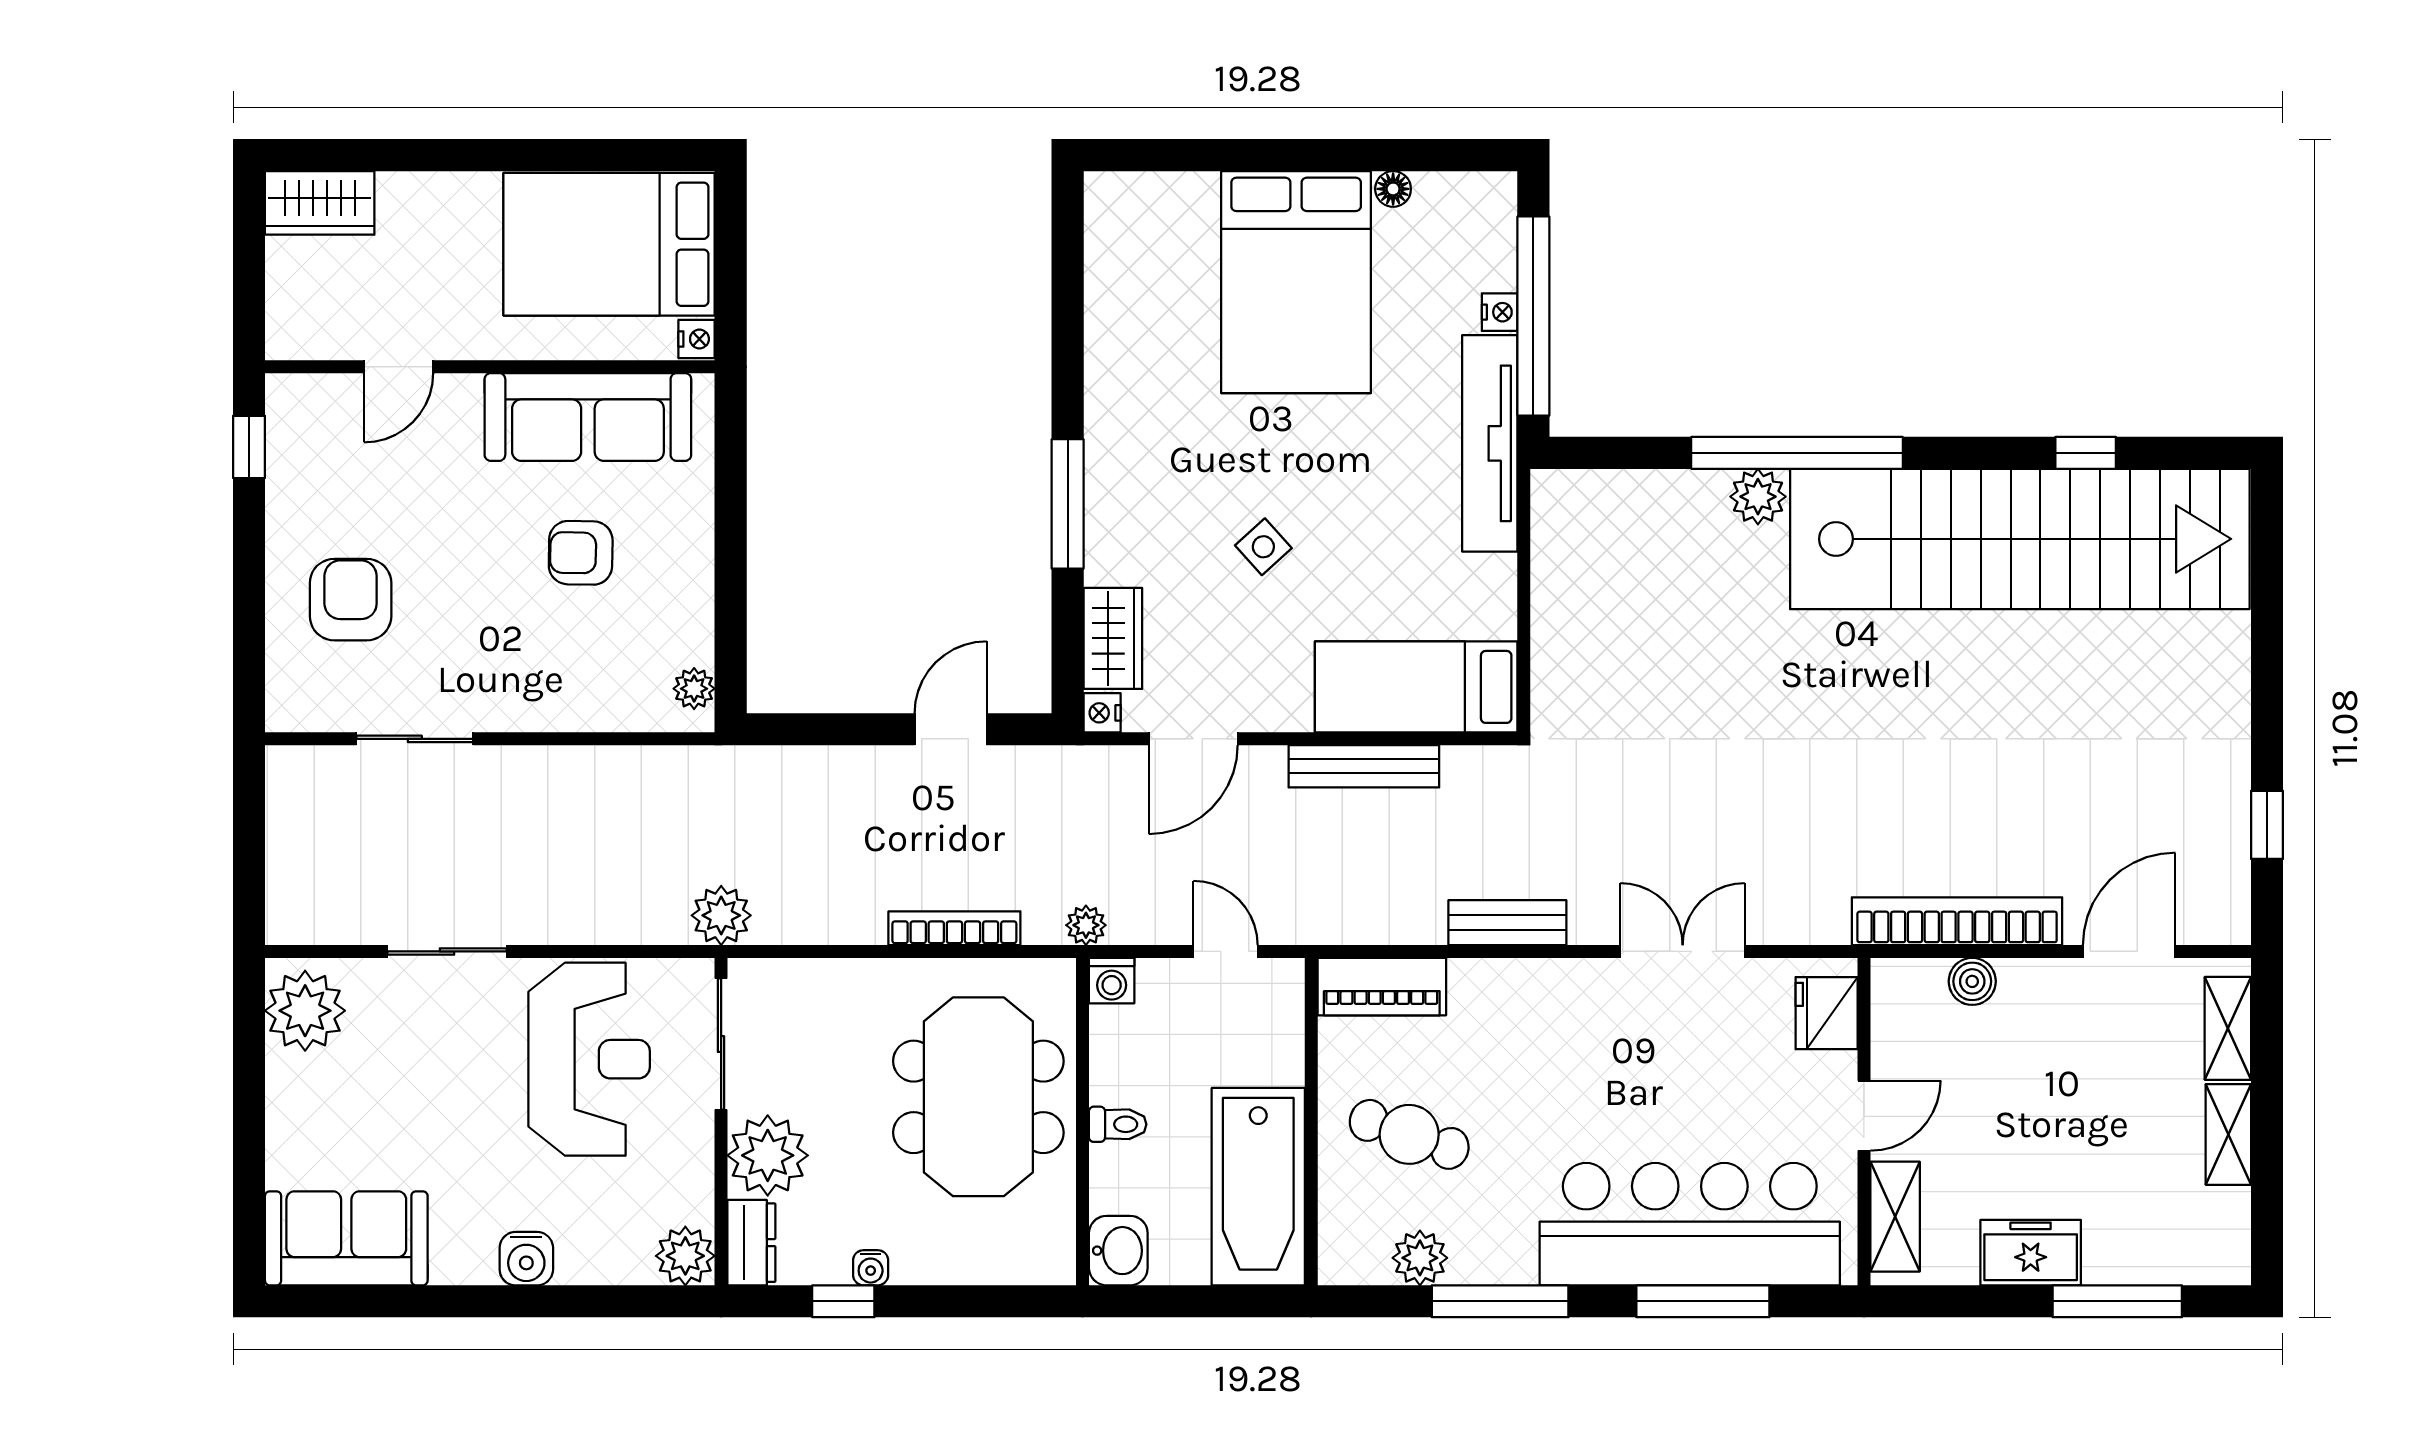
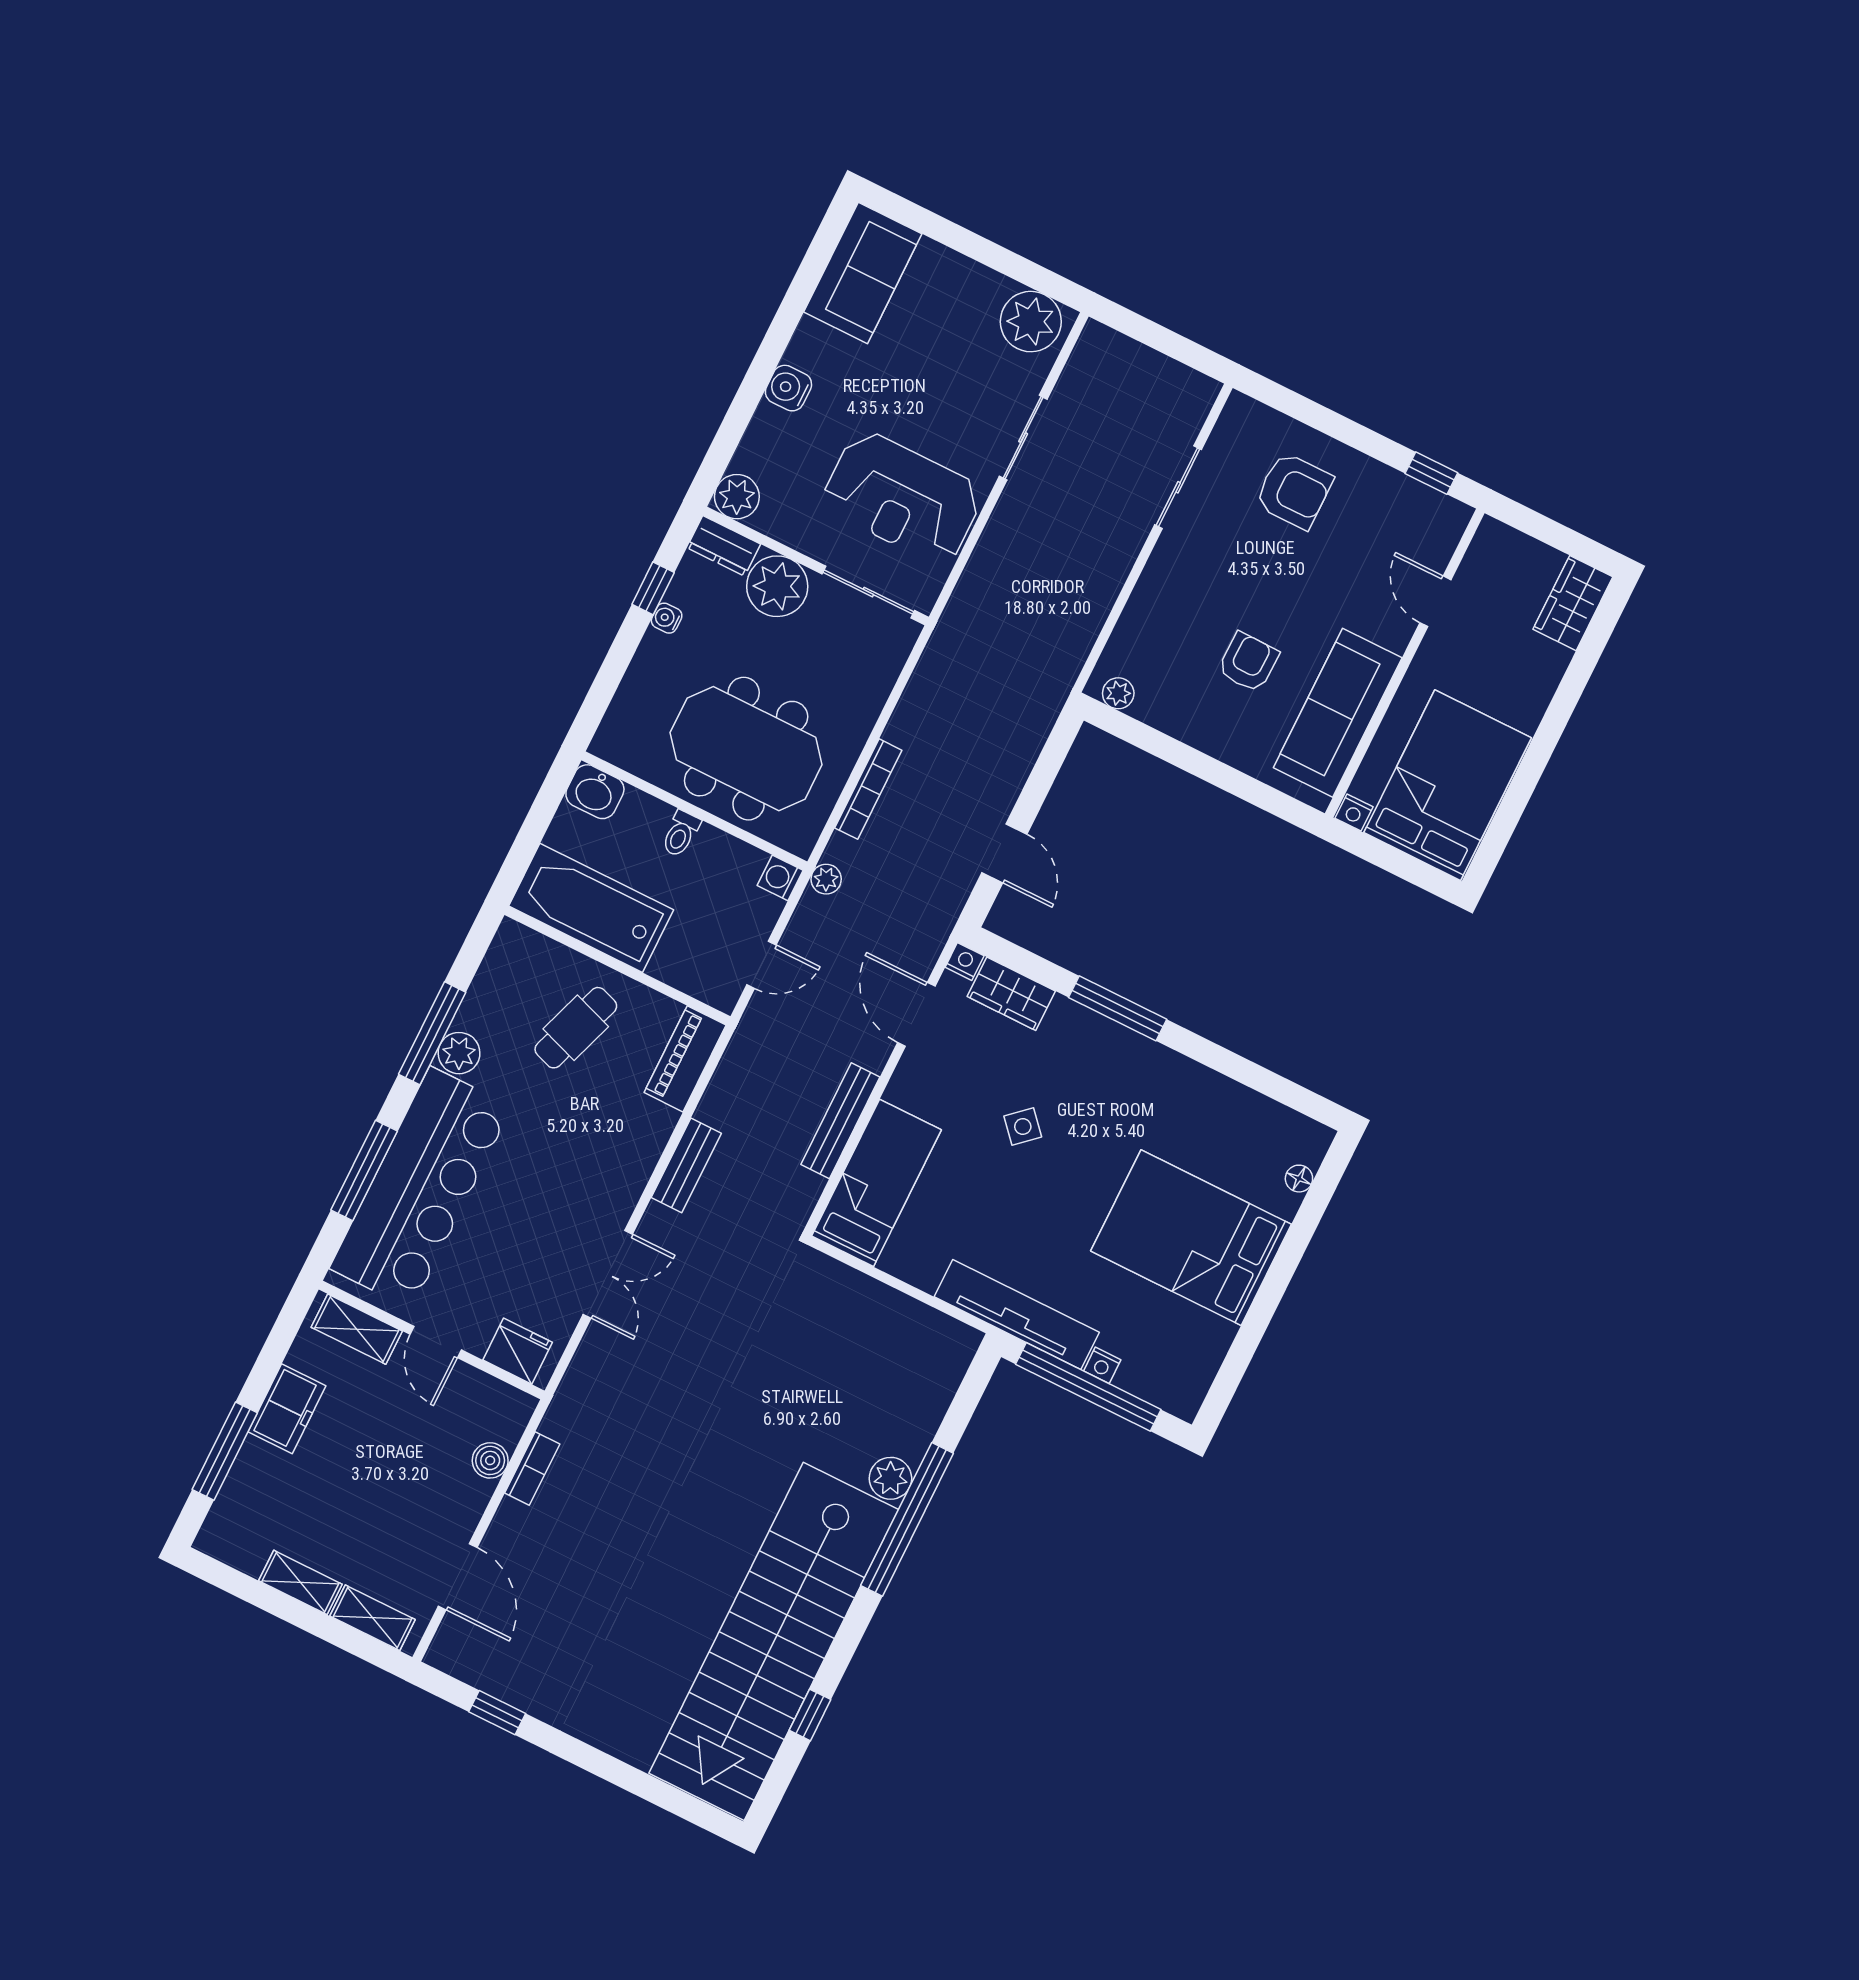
floor lamp: (1393, 189) -> (1299, 1179), moved
plant: (721, 915) -> (955, 635), removed
bookcase: (1957, 921) -> (532, 1468), width x0.43, depth x0.76
plant: (1420, 1258) -> (459, 1053), moved

